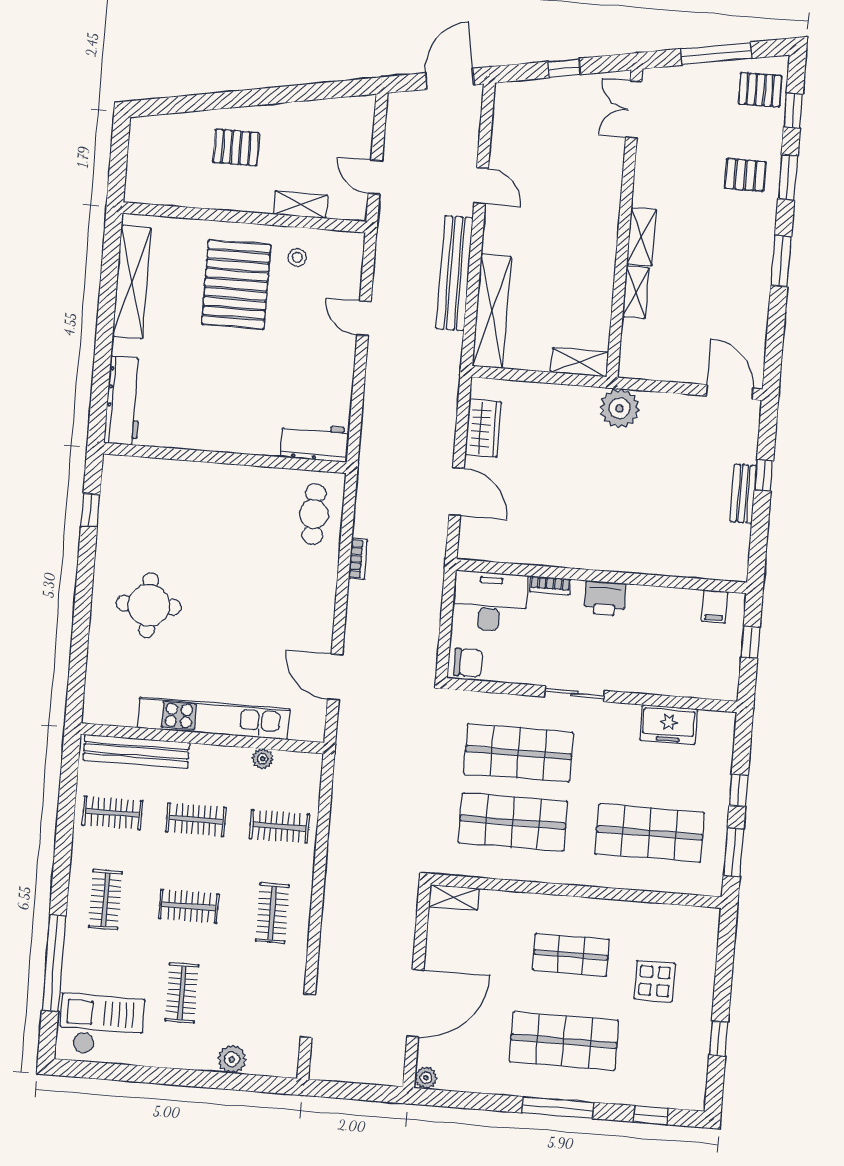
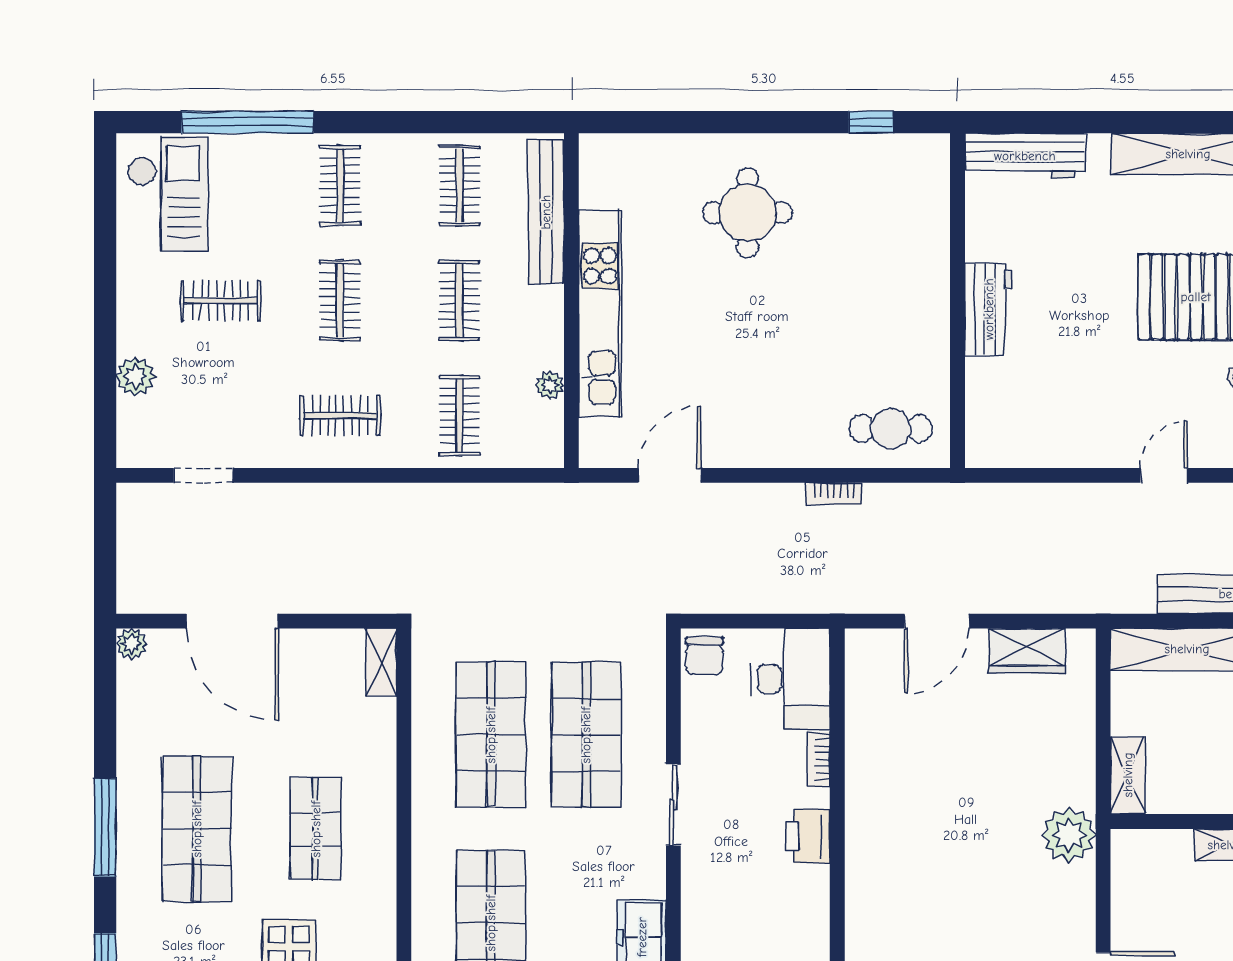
workbench: (315, 442) -> (989, 309), moved
clothes rail: (105, 900) -> (340, 186), turned 90

